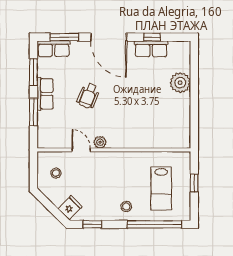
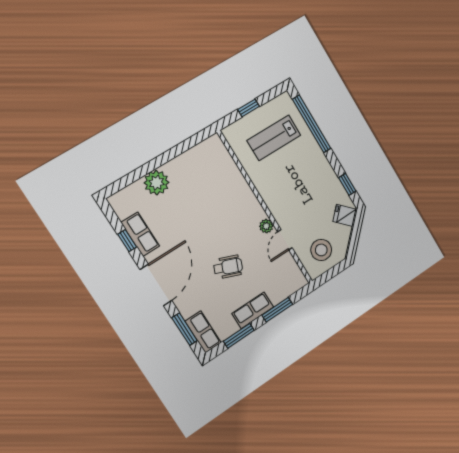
stool: (56, 173) -> (321, 250), width x1.89, depth x1.89
lab bench: (161, 189) -> (274, 138), turned 180
stool: (126, 207) -> (311, 162), removed

